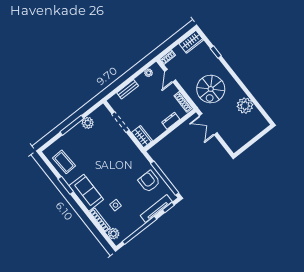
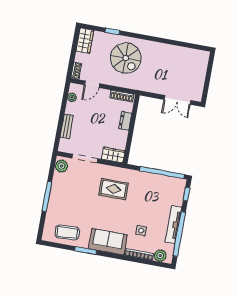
door: (170, 76) -> (92, 84), hinge flipped
spiral stairs: (211, 89) -> (126, 58), moved
plant: (245, 106) -> (175, 54), removed
plant: (88, 123) -> (61, 166), moved
double door: (208, 124) -> (177, 100), moved
rug: (122, 160) -> (114, 189), added
armchair: (149, 181) -> (151, 187), removed
tv unit: (156, 209) -> (173, 225), moved

